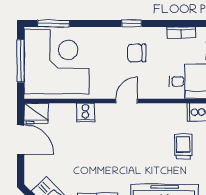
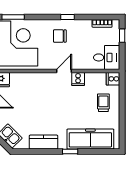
chair: (137, 53) -> (60, 36), moved
cooker: (85, 112) -> (78, 79), moved

